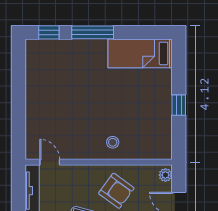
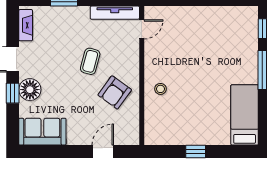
plant: (165, 175) -> (130, 139), removed

